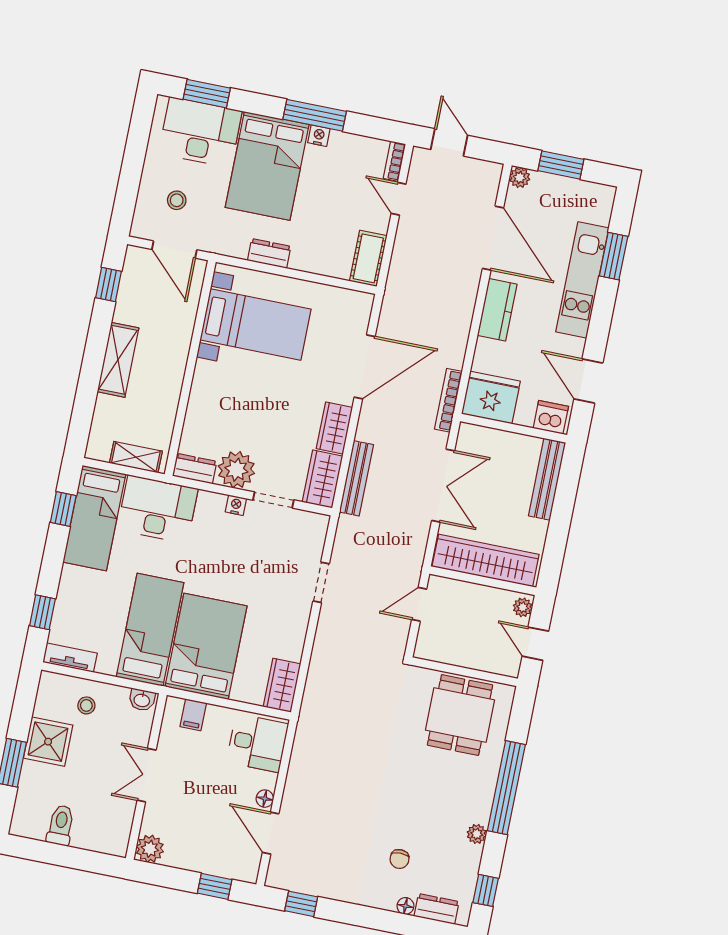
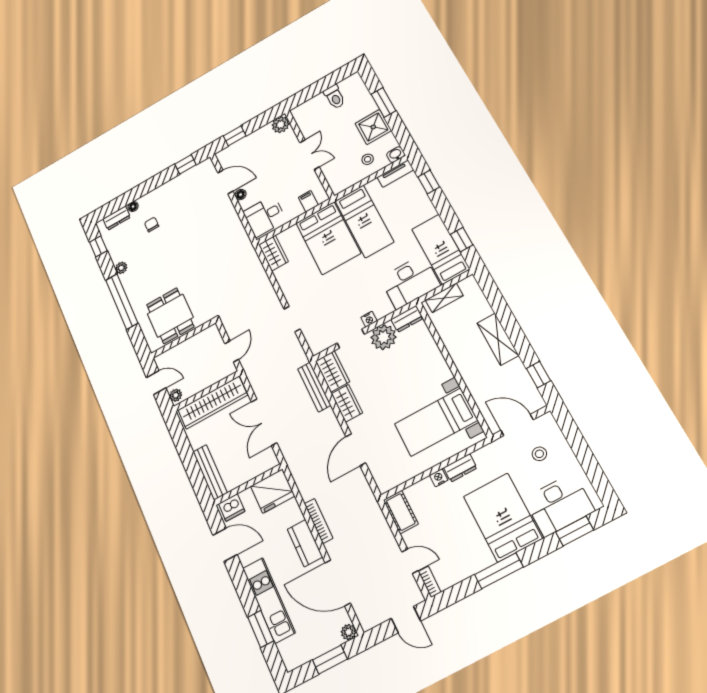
nightstand: (319, 136) -> (439, 478), moved, turned 180
door: (365, 367) -> (356, 450), width x0.73
bookcase: (448, 400) -> (319, 521), moved
washbasin: (142, 700) -> (396, 155), moved

